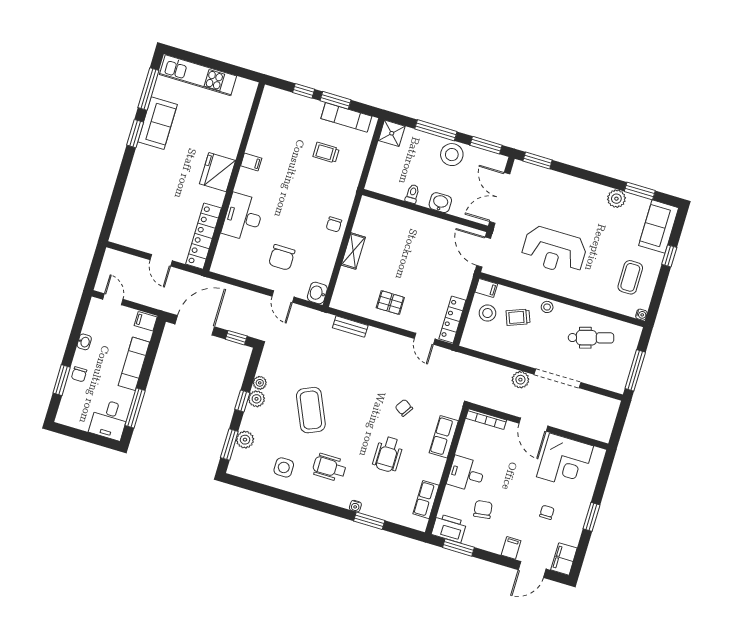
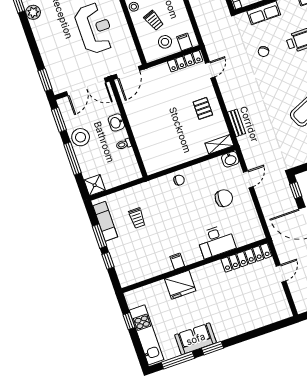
window: (225, 68) -> (129, 321), added
fridge: (217, 172) -> (180, 285), moved
shelving: (353, 251) -> (219, 144), moved
filing cabinet: (486, 288) -> (184, 42), moved

